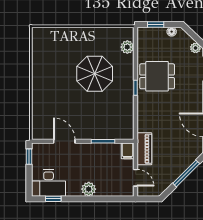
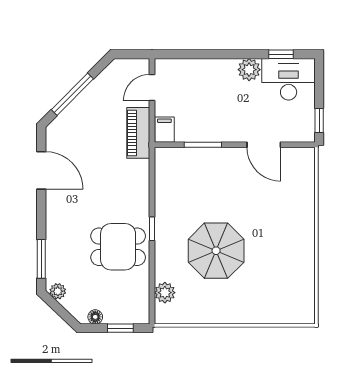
door: (136, 178) -> (152, 88), hinge flipped
plant: (89, 189) -> (249, 70), moved

